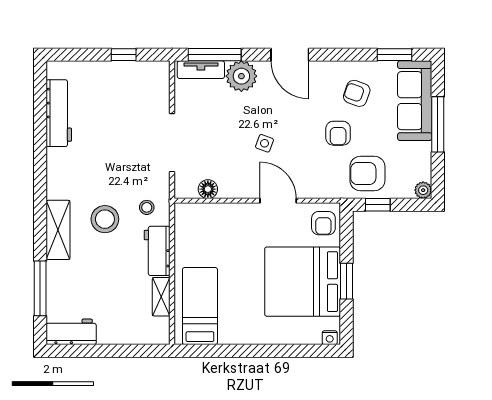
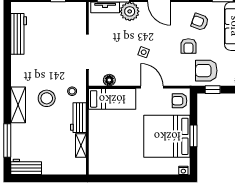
armchair: (323, 223) -> (180, 101), turned 90
bed: (200, 306) -> (112, 99), moved, turned 90

